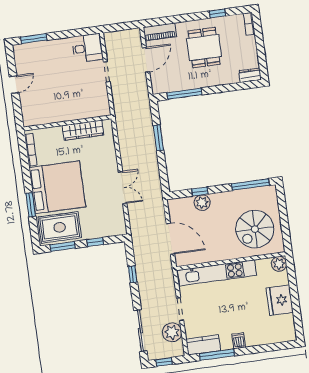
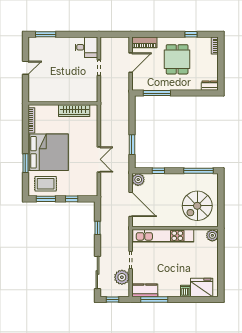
window: (158, 138) -> (132, 145), moved
plant: (202, 203) -> (138, 180), moved
rug: (60, 227) -> (46, 184), width x0.73, depth x0.70
fridge: (280, 300) -> (202, 288), moved, turned 90
dishwasher: (239, 341) -> (185, 291), moved

